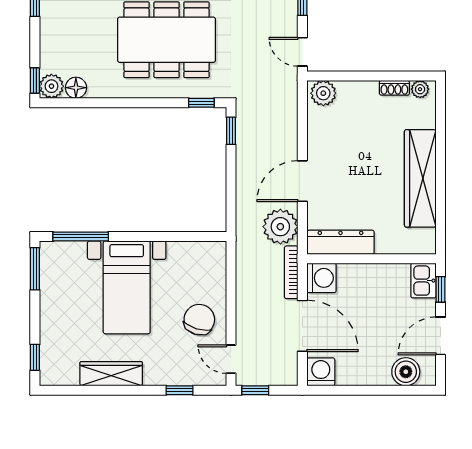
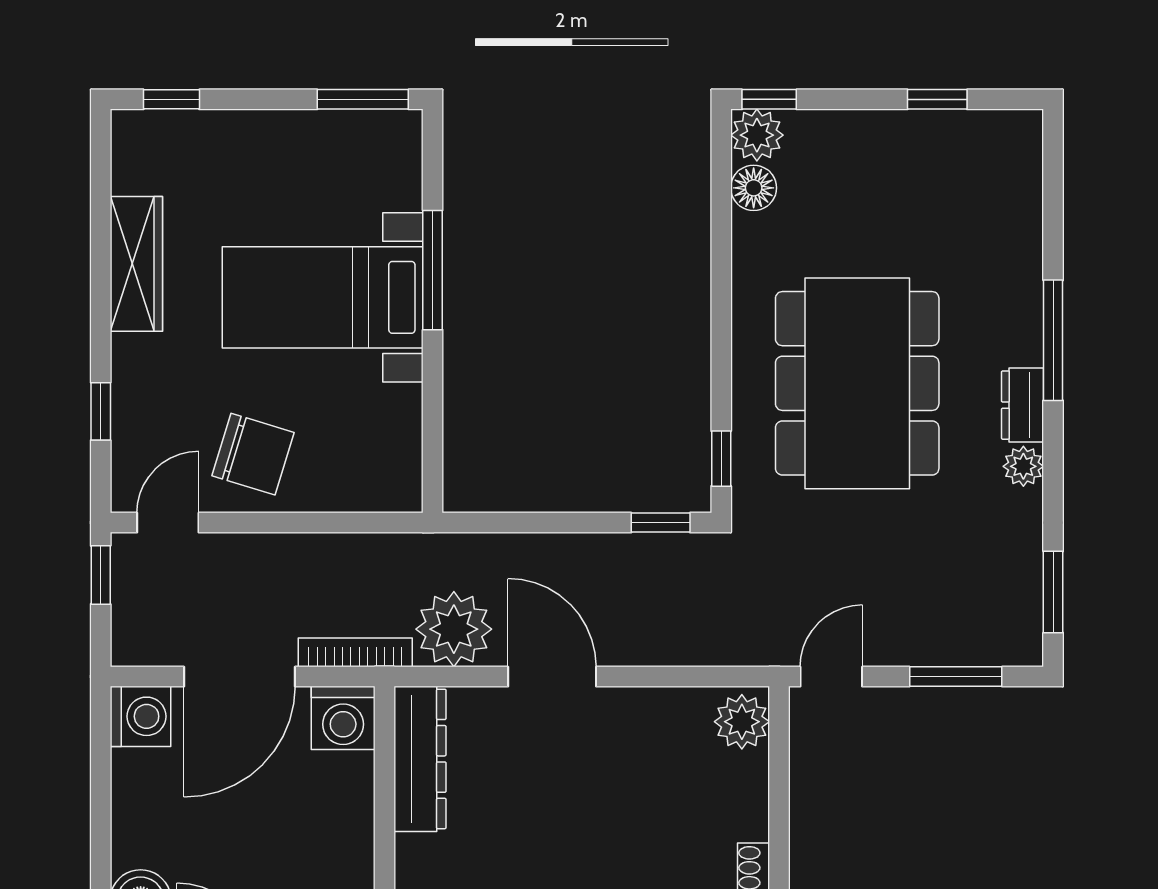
window: (81, 236) -> (433, 270), moved

